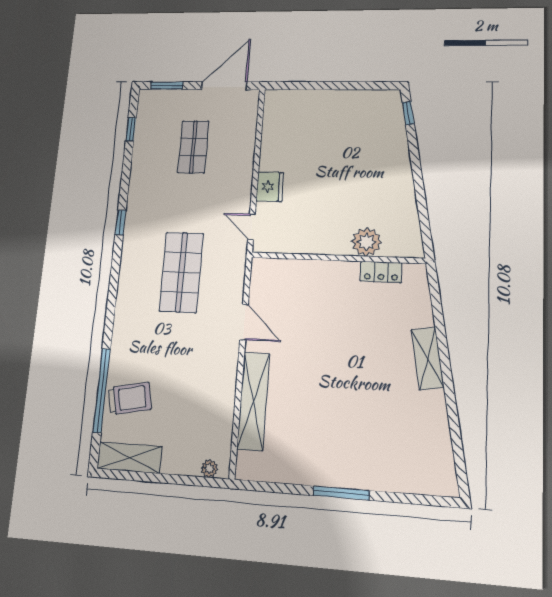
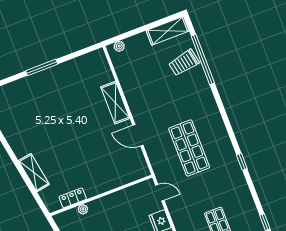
plant: (366, 242) -> (83, 209), width x0.53, depth x0.53
shelving: (427, 358) -> (34, 173), moved
shelving: (253, 401) -> (115, 103), width x0.68

